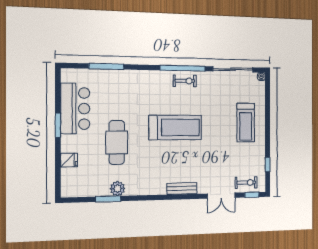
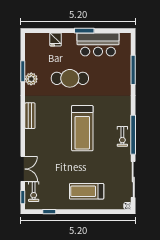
bench: (182, 188) -> (30, 116), moved
double door: (221, 196) -> (23, 169), swing flipped

